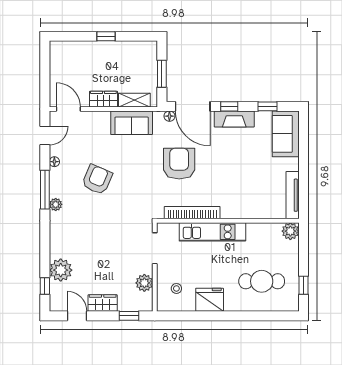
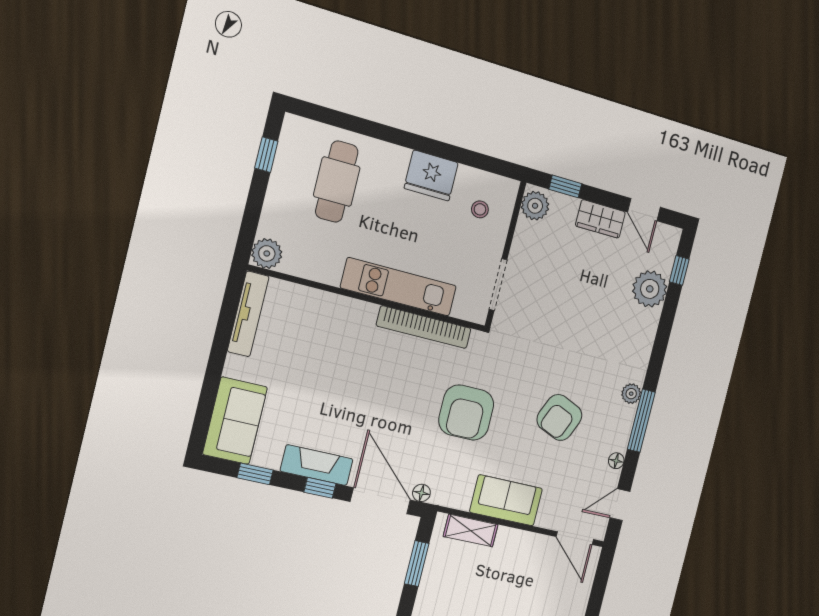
wardrobe: (103, 99) -> (518, 542), removed
sofa: (132, 123) -> (506, 500), moved
armchair: (179, 164) -> (466, 413), moved
cafe table: (262, 281) -> (337, 182), turned 90
plant: (144, 283) -> (535, 206), moved

